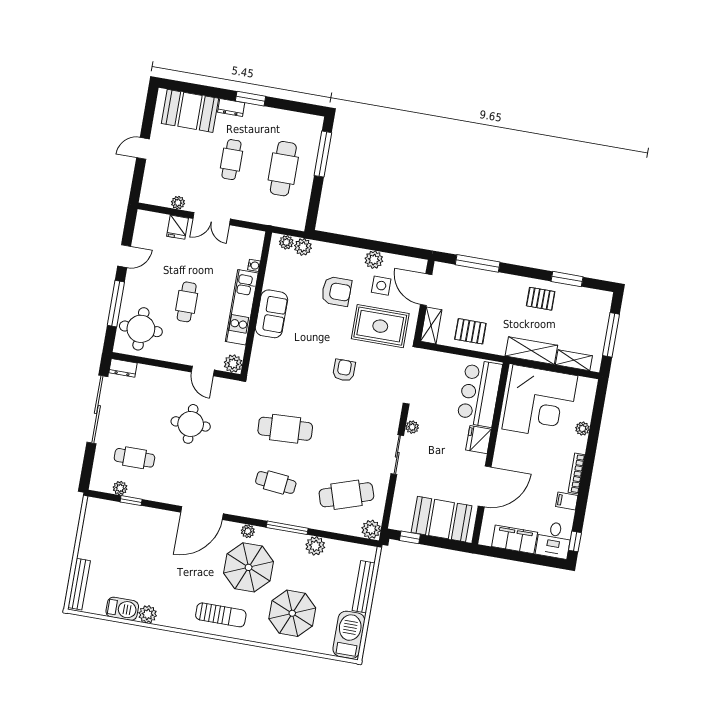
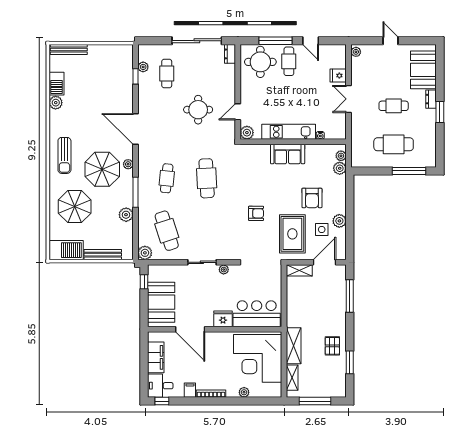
plant: (178, 203) -> (356, 52), moved
cafe table: (187, 302) -> (289, 61), moved, turned 90
pallet: (470, 331) -> (300, 299), removed

